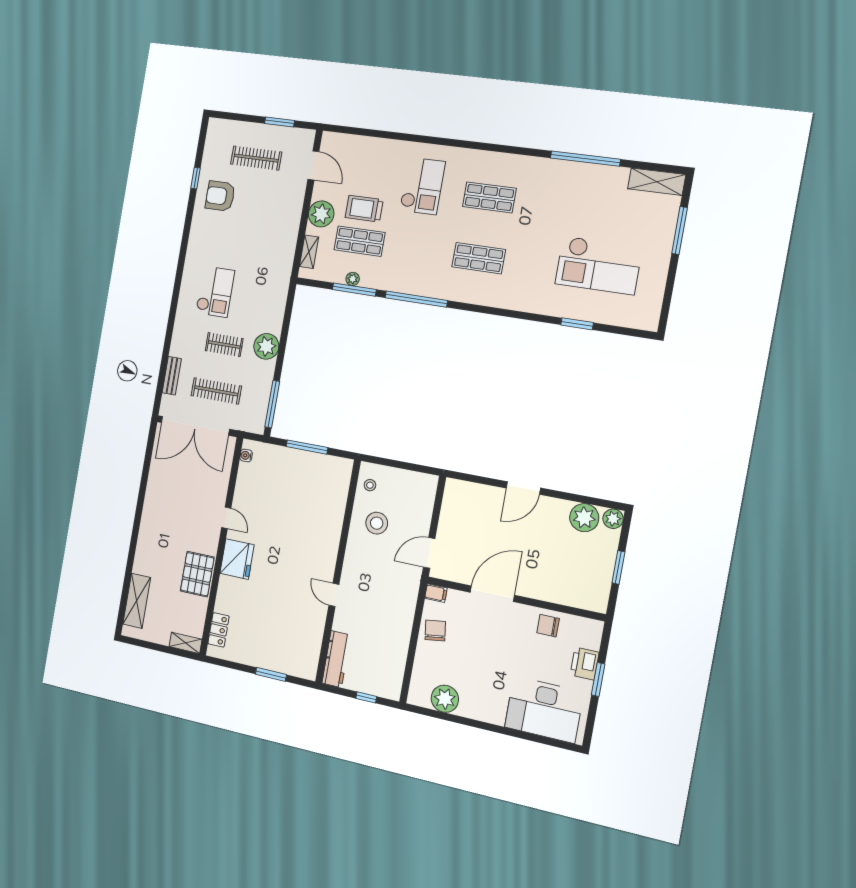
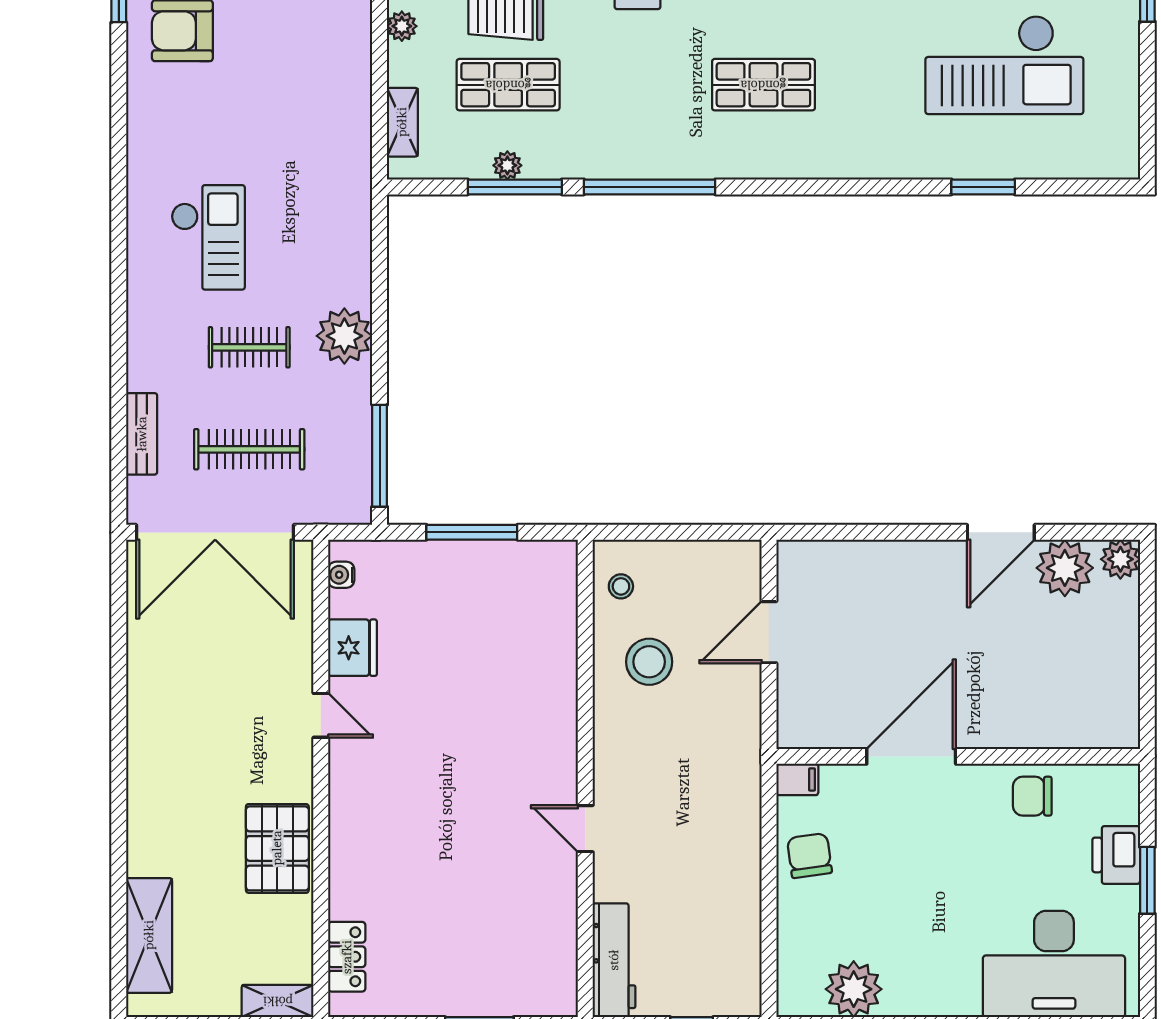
plant: (321, 214) -> (402, 26), width x0.53, depth x0.53
door: (523, 488) -> (1001, 532), moved
door: (429, 553) -> (769, 632), moved
fridge: (237, 559) -> (352, 648), moved, width x0.73, depth x0.75
window: (618, 567) -> (1147, 652), removed

